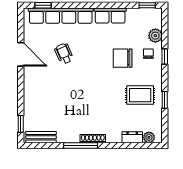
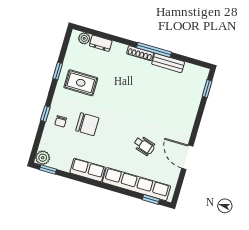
plant: (155, 36) -> (43, 158), moved
wheelchair: (64, 54) -> (144, 146), turned -49
bench: (41, 137) -> (168, 63), moved

